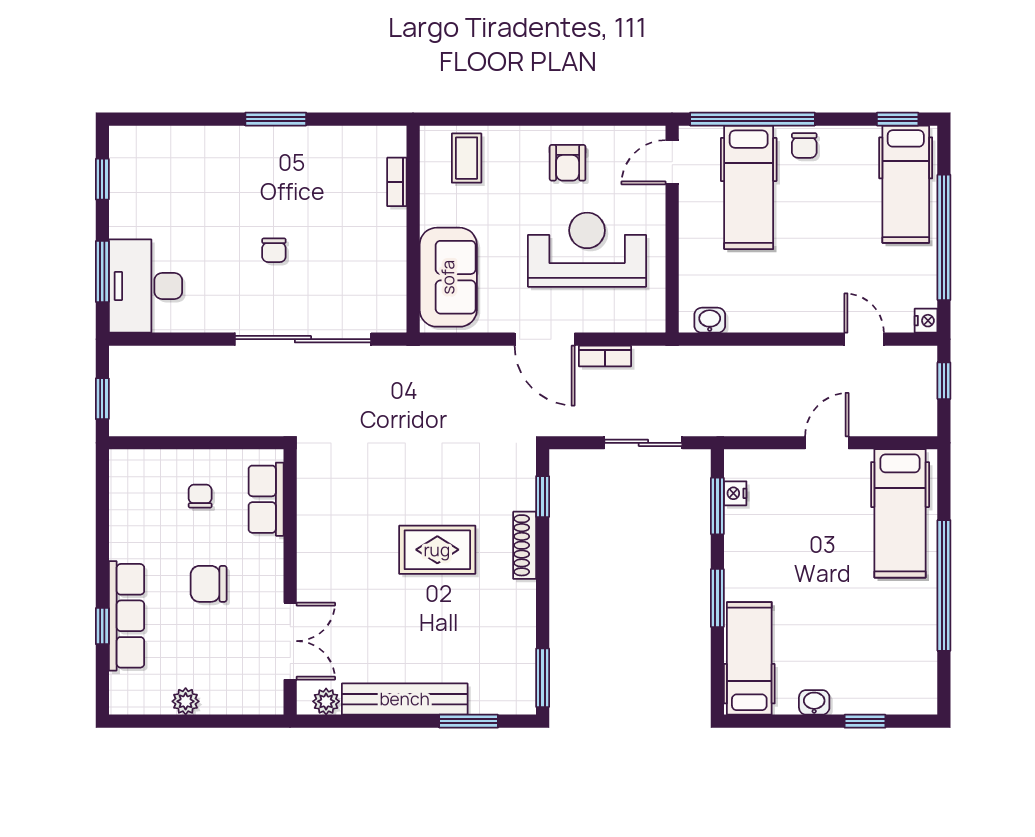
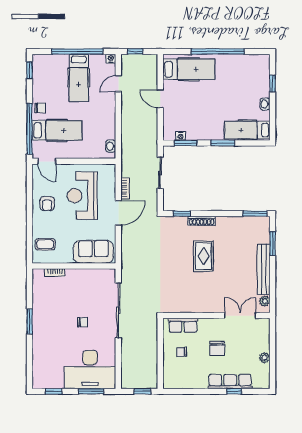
armchair: (568, 163) -> (47, 204), turned 91
hospital bed: (906, 184) -> (79, 78), moved, turned 90
desk: (145, 286) -> (90, 370), width x1.36, depth x1.30

